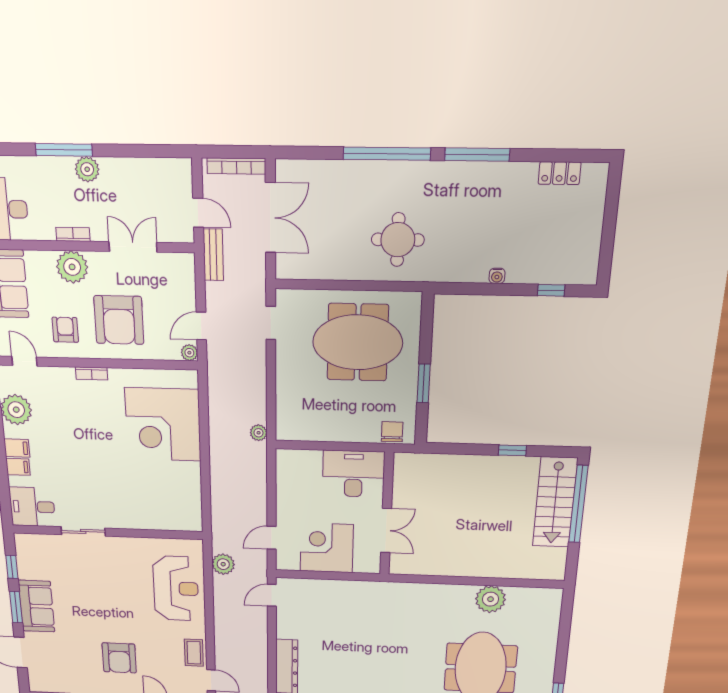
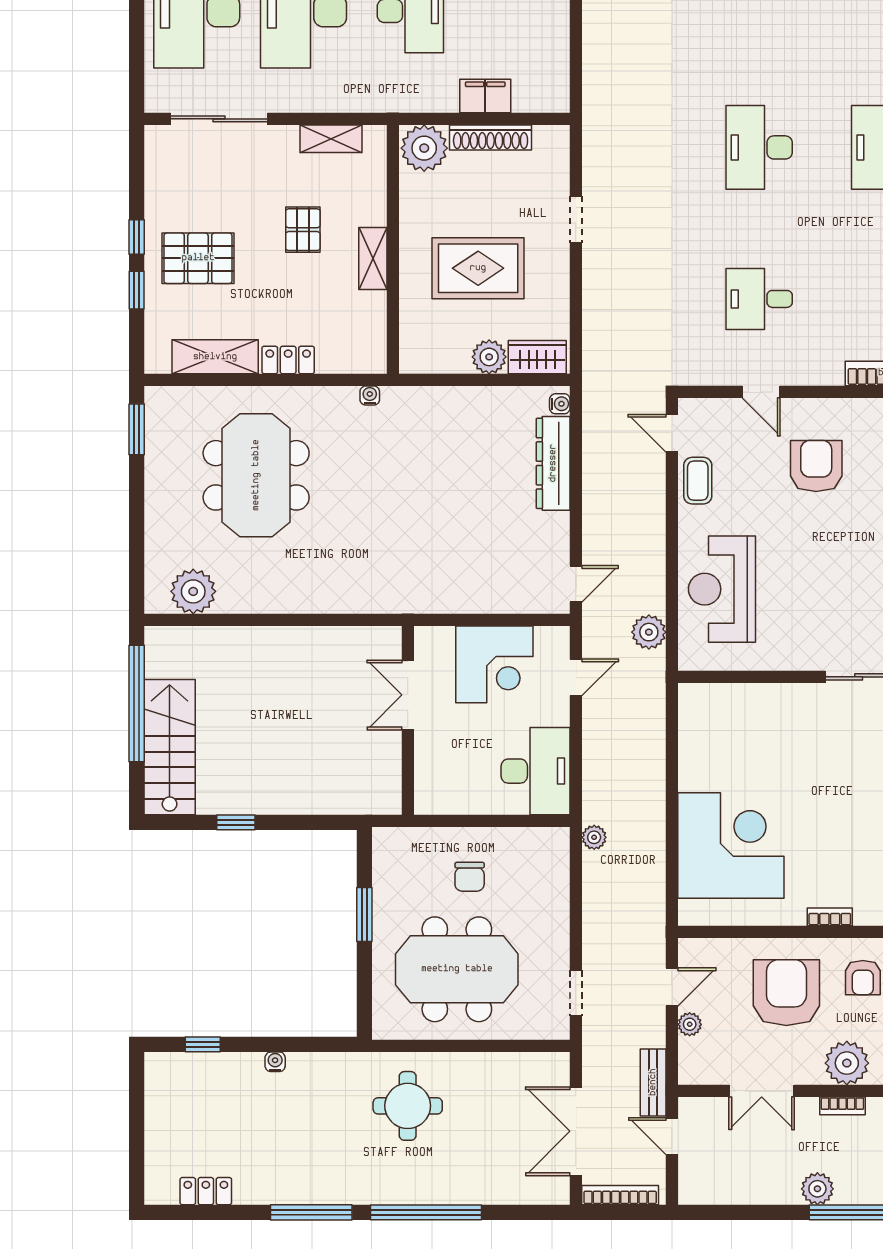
plant: (189, 353) -> (690, 1024), moved
chair: (392, 432) -> (470, 877), moved
desk: (353, 474) -> (536, 771), moved, turned -90
window: (578, 504) -> (137, 703), moved
plant: (490, 599) -> (193, 591), moved

